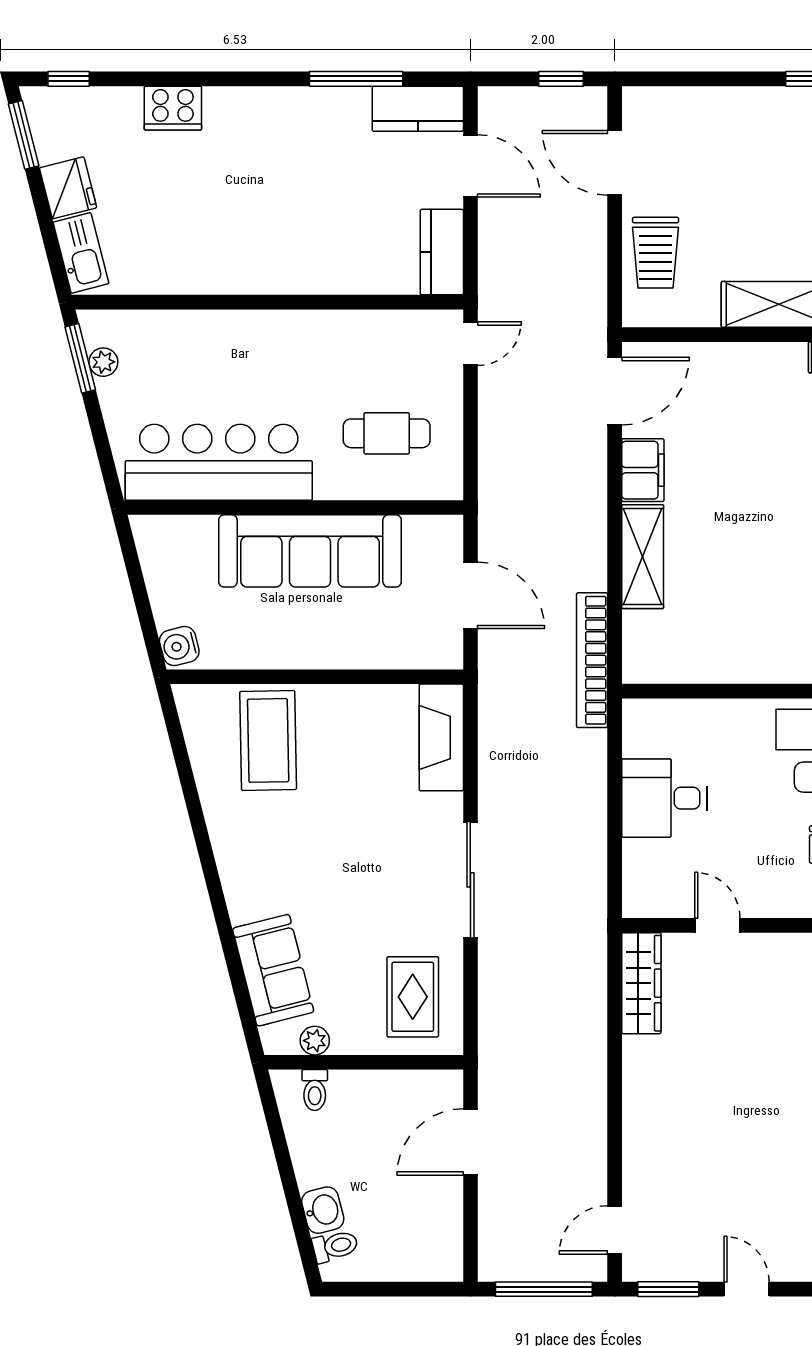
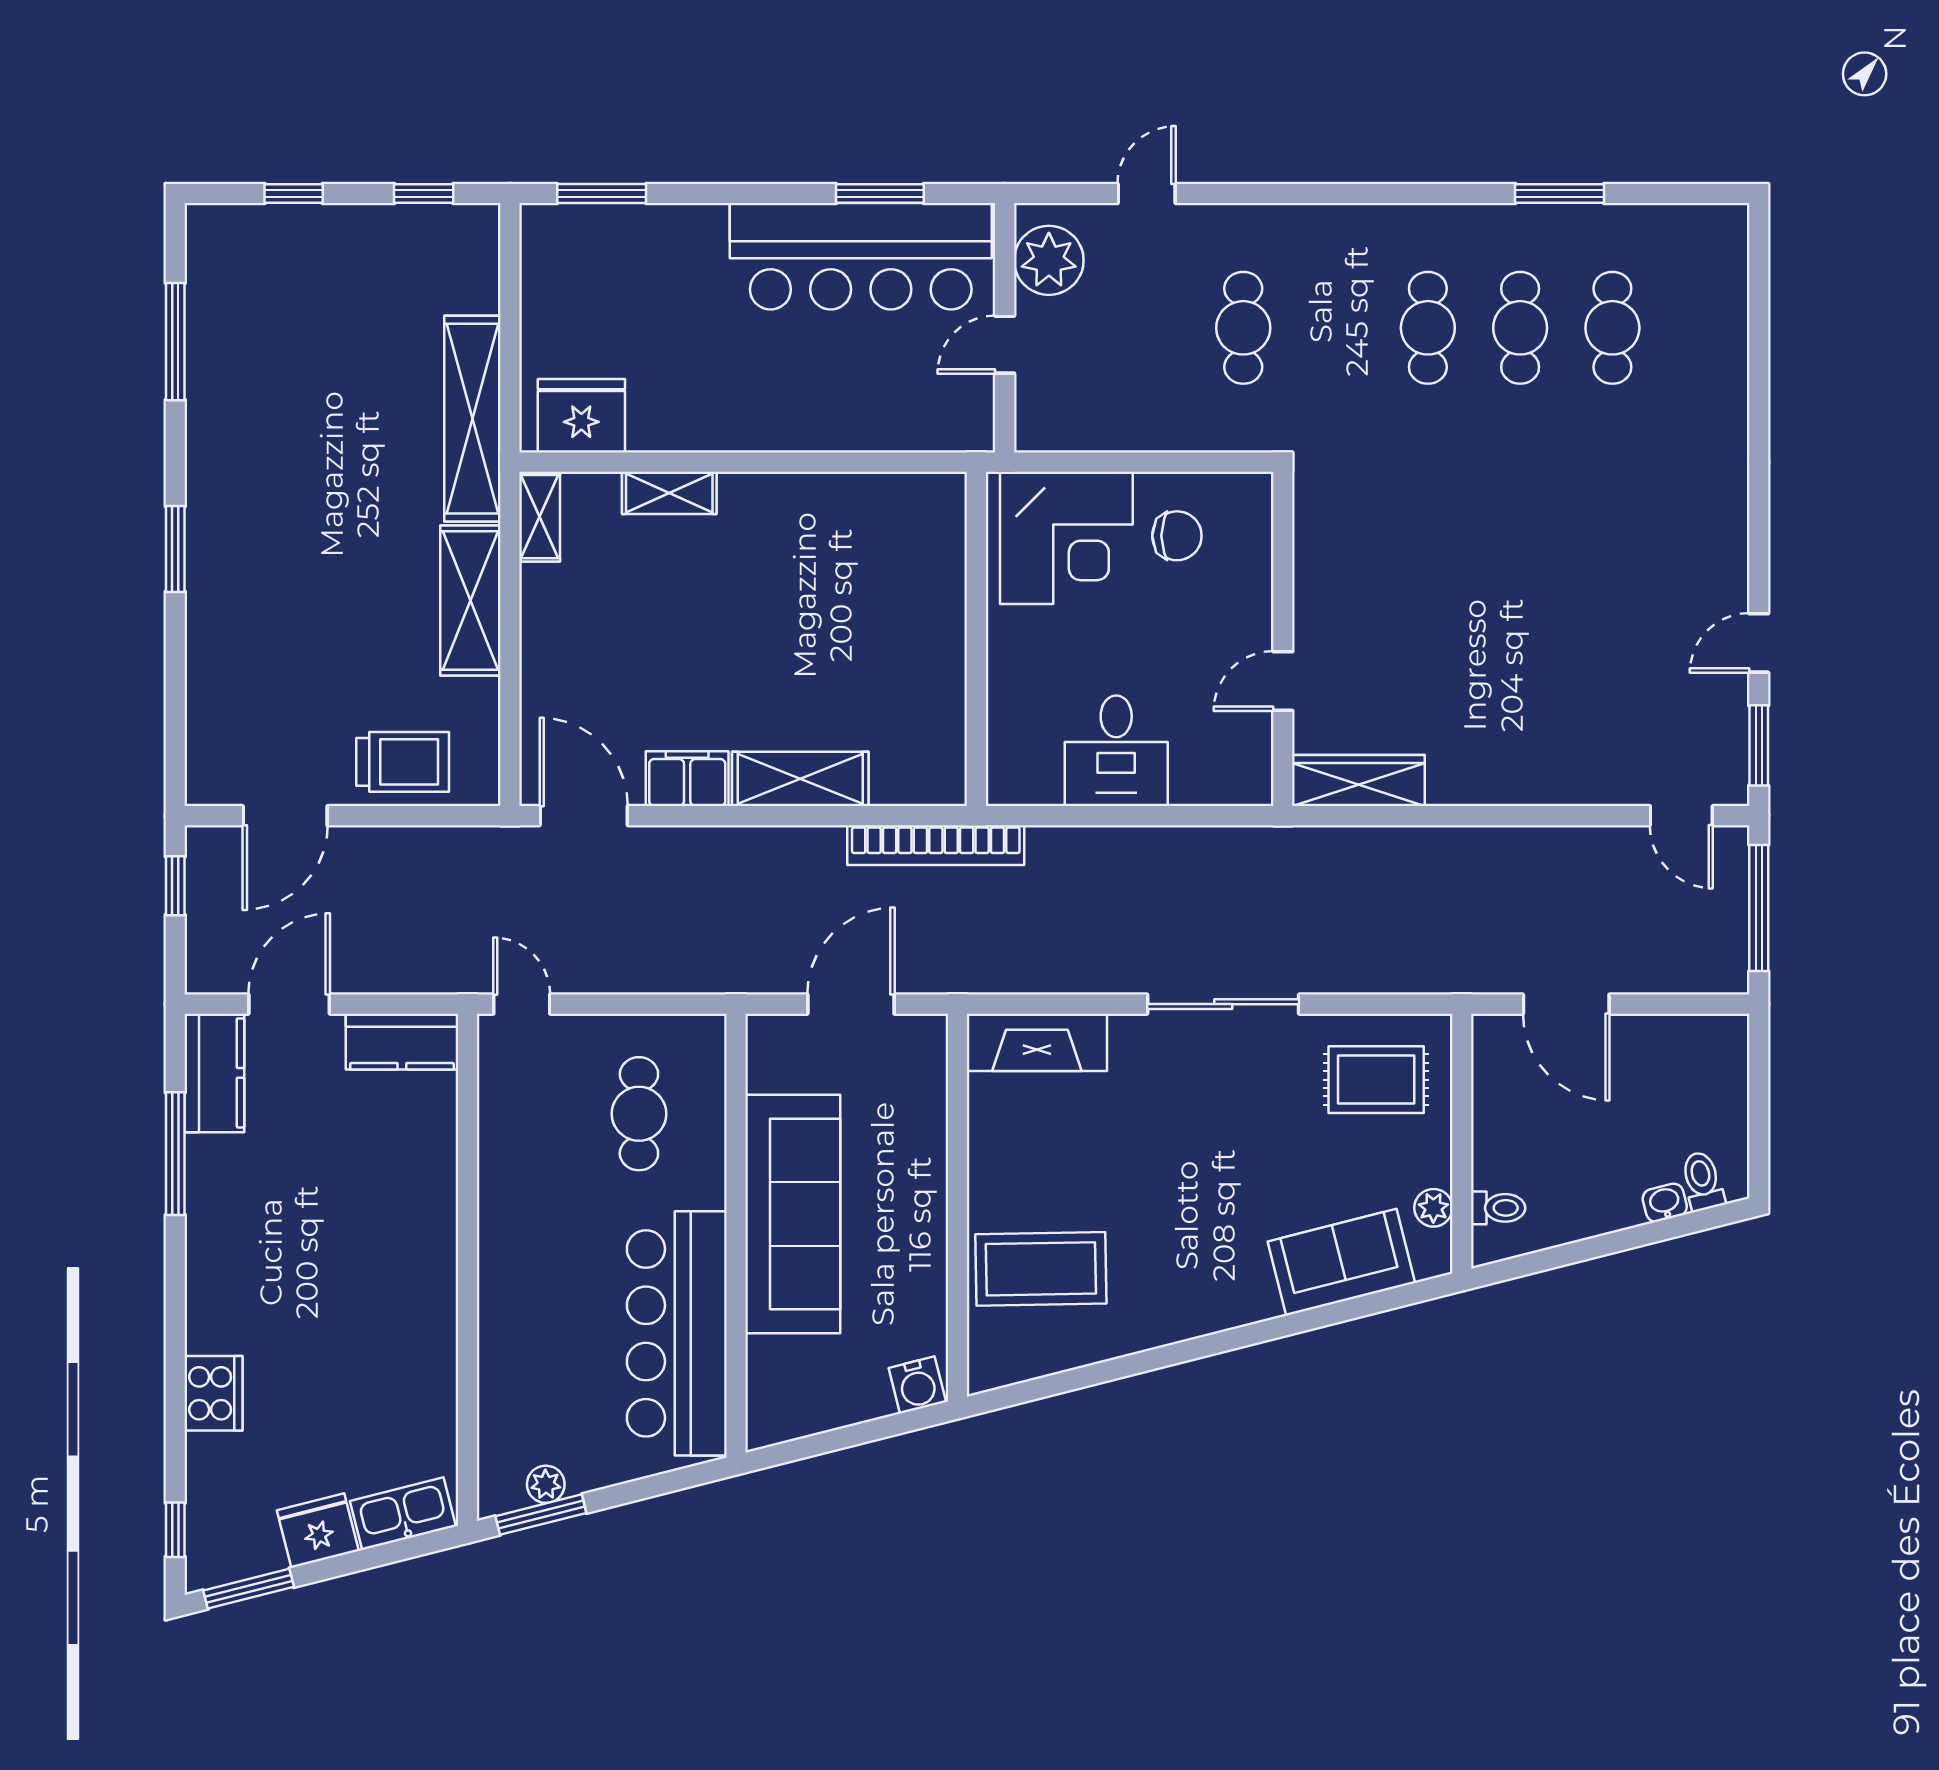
washbasin: (323, 1210) -> (1665, 1203), width x0.72, depth x0.69

